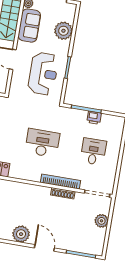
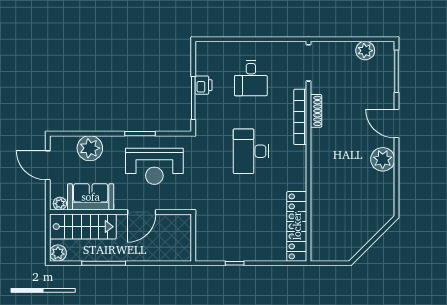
reception desk: (43, 74) -> (154, 166), turned 180
desk: (93, 152) -> (251, 78), turned -90
plant: (101, 221) -> (365, 51), moved
door: (44, 248) -> (396, 124), hinge flipped

